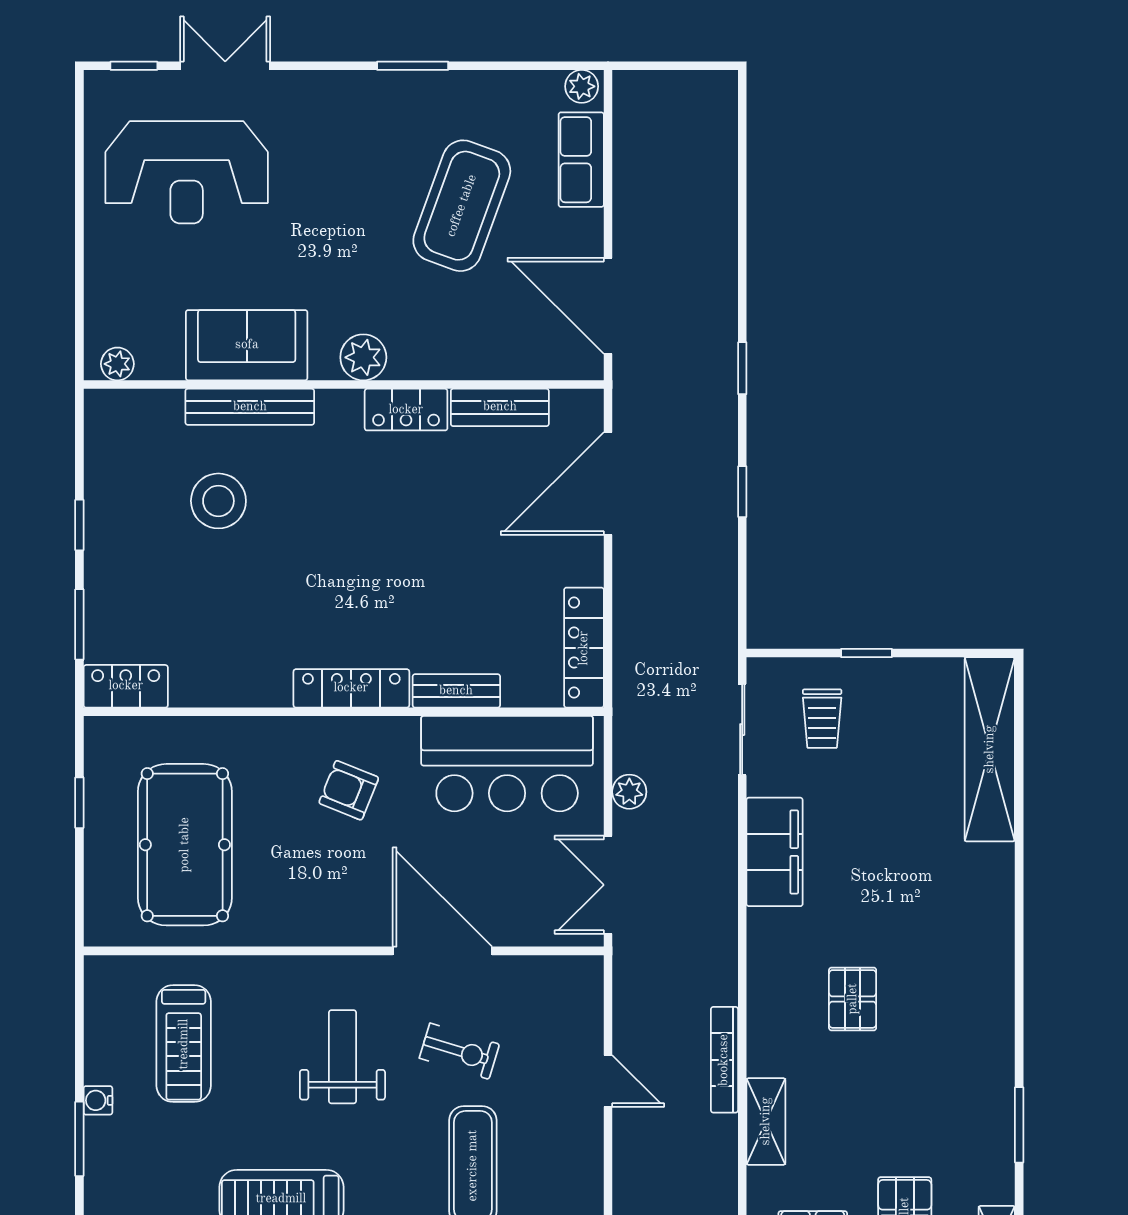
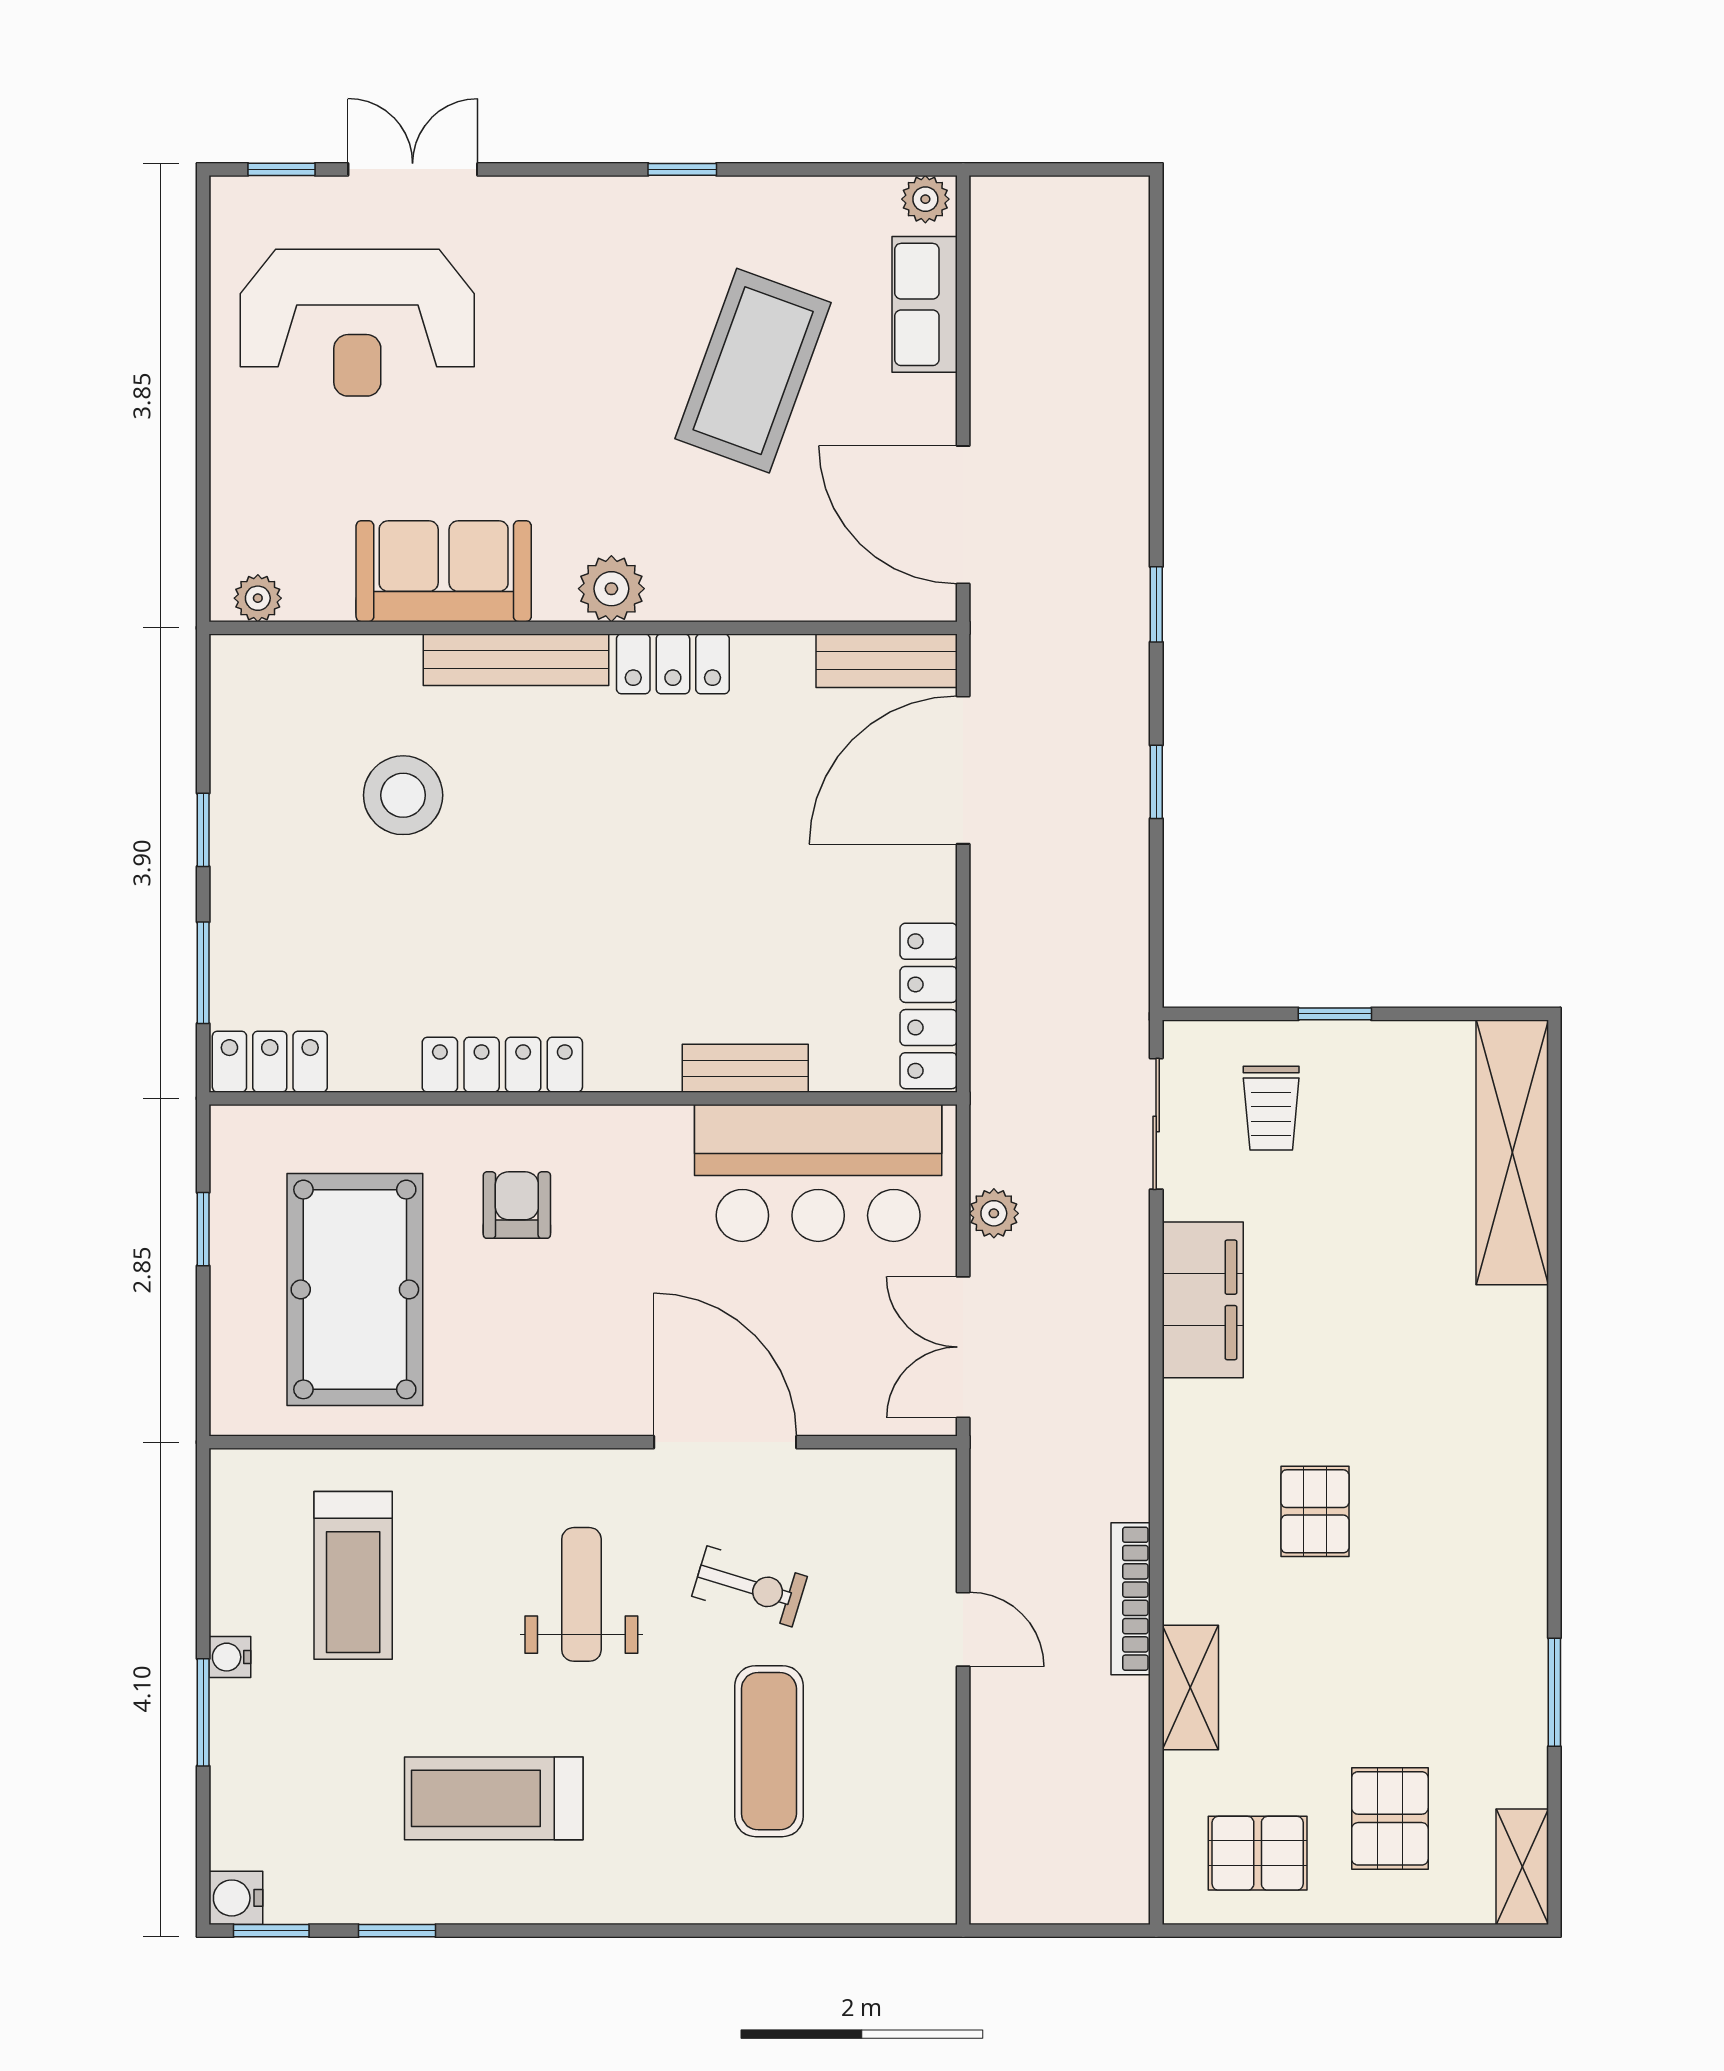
window: (413, 66) -> (682, 169), width x0.67
bench: (250, 407) -> (516, 660), moved
bench: (500, 407) -> (887, 661), moved
locker: (351, 688) -> (502, 1065), moved
armchair: (349, 790) -> (517, 1205), moved, turned 68

